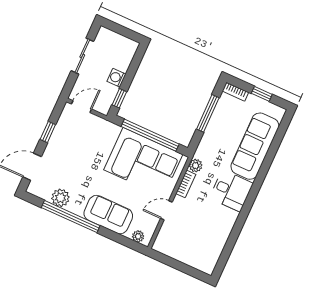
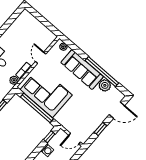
door: (166, 210) -> (41, 58), swing flipped
sofa: (108, 215) -> (82, 70), width x1.36

